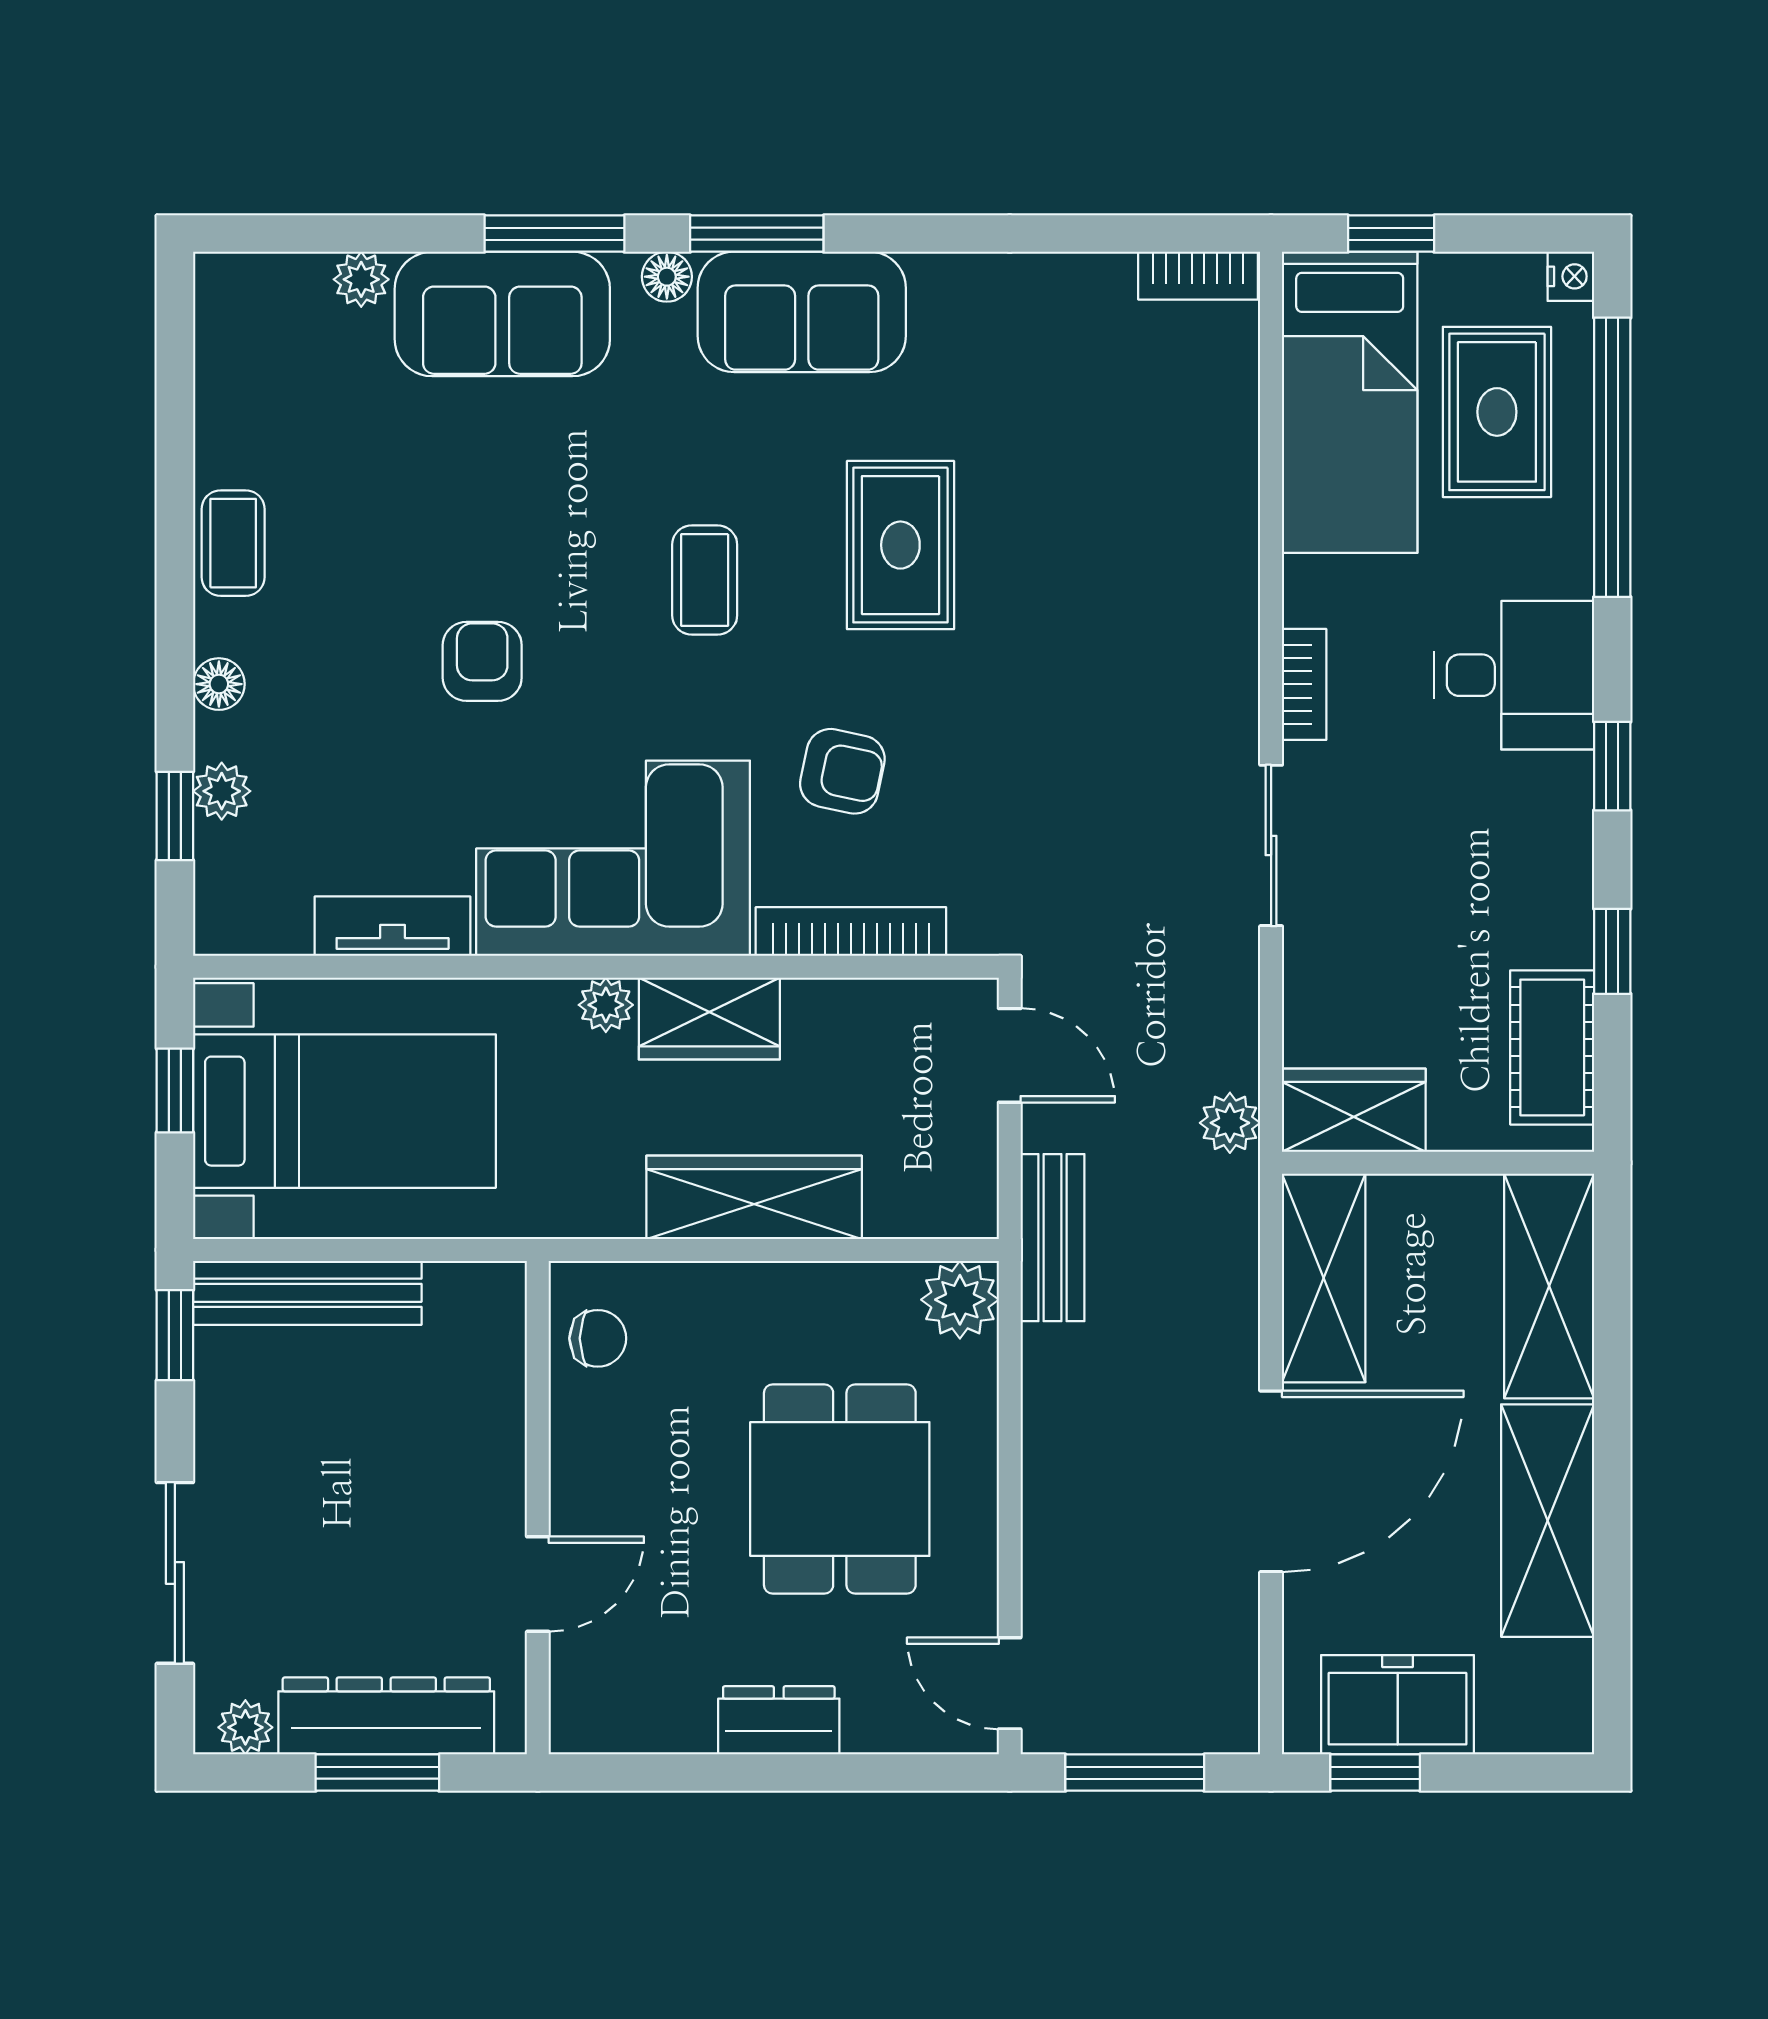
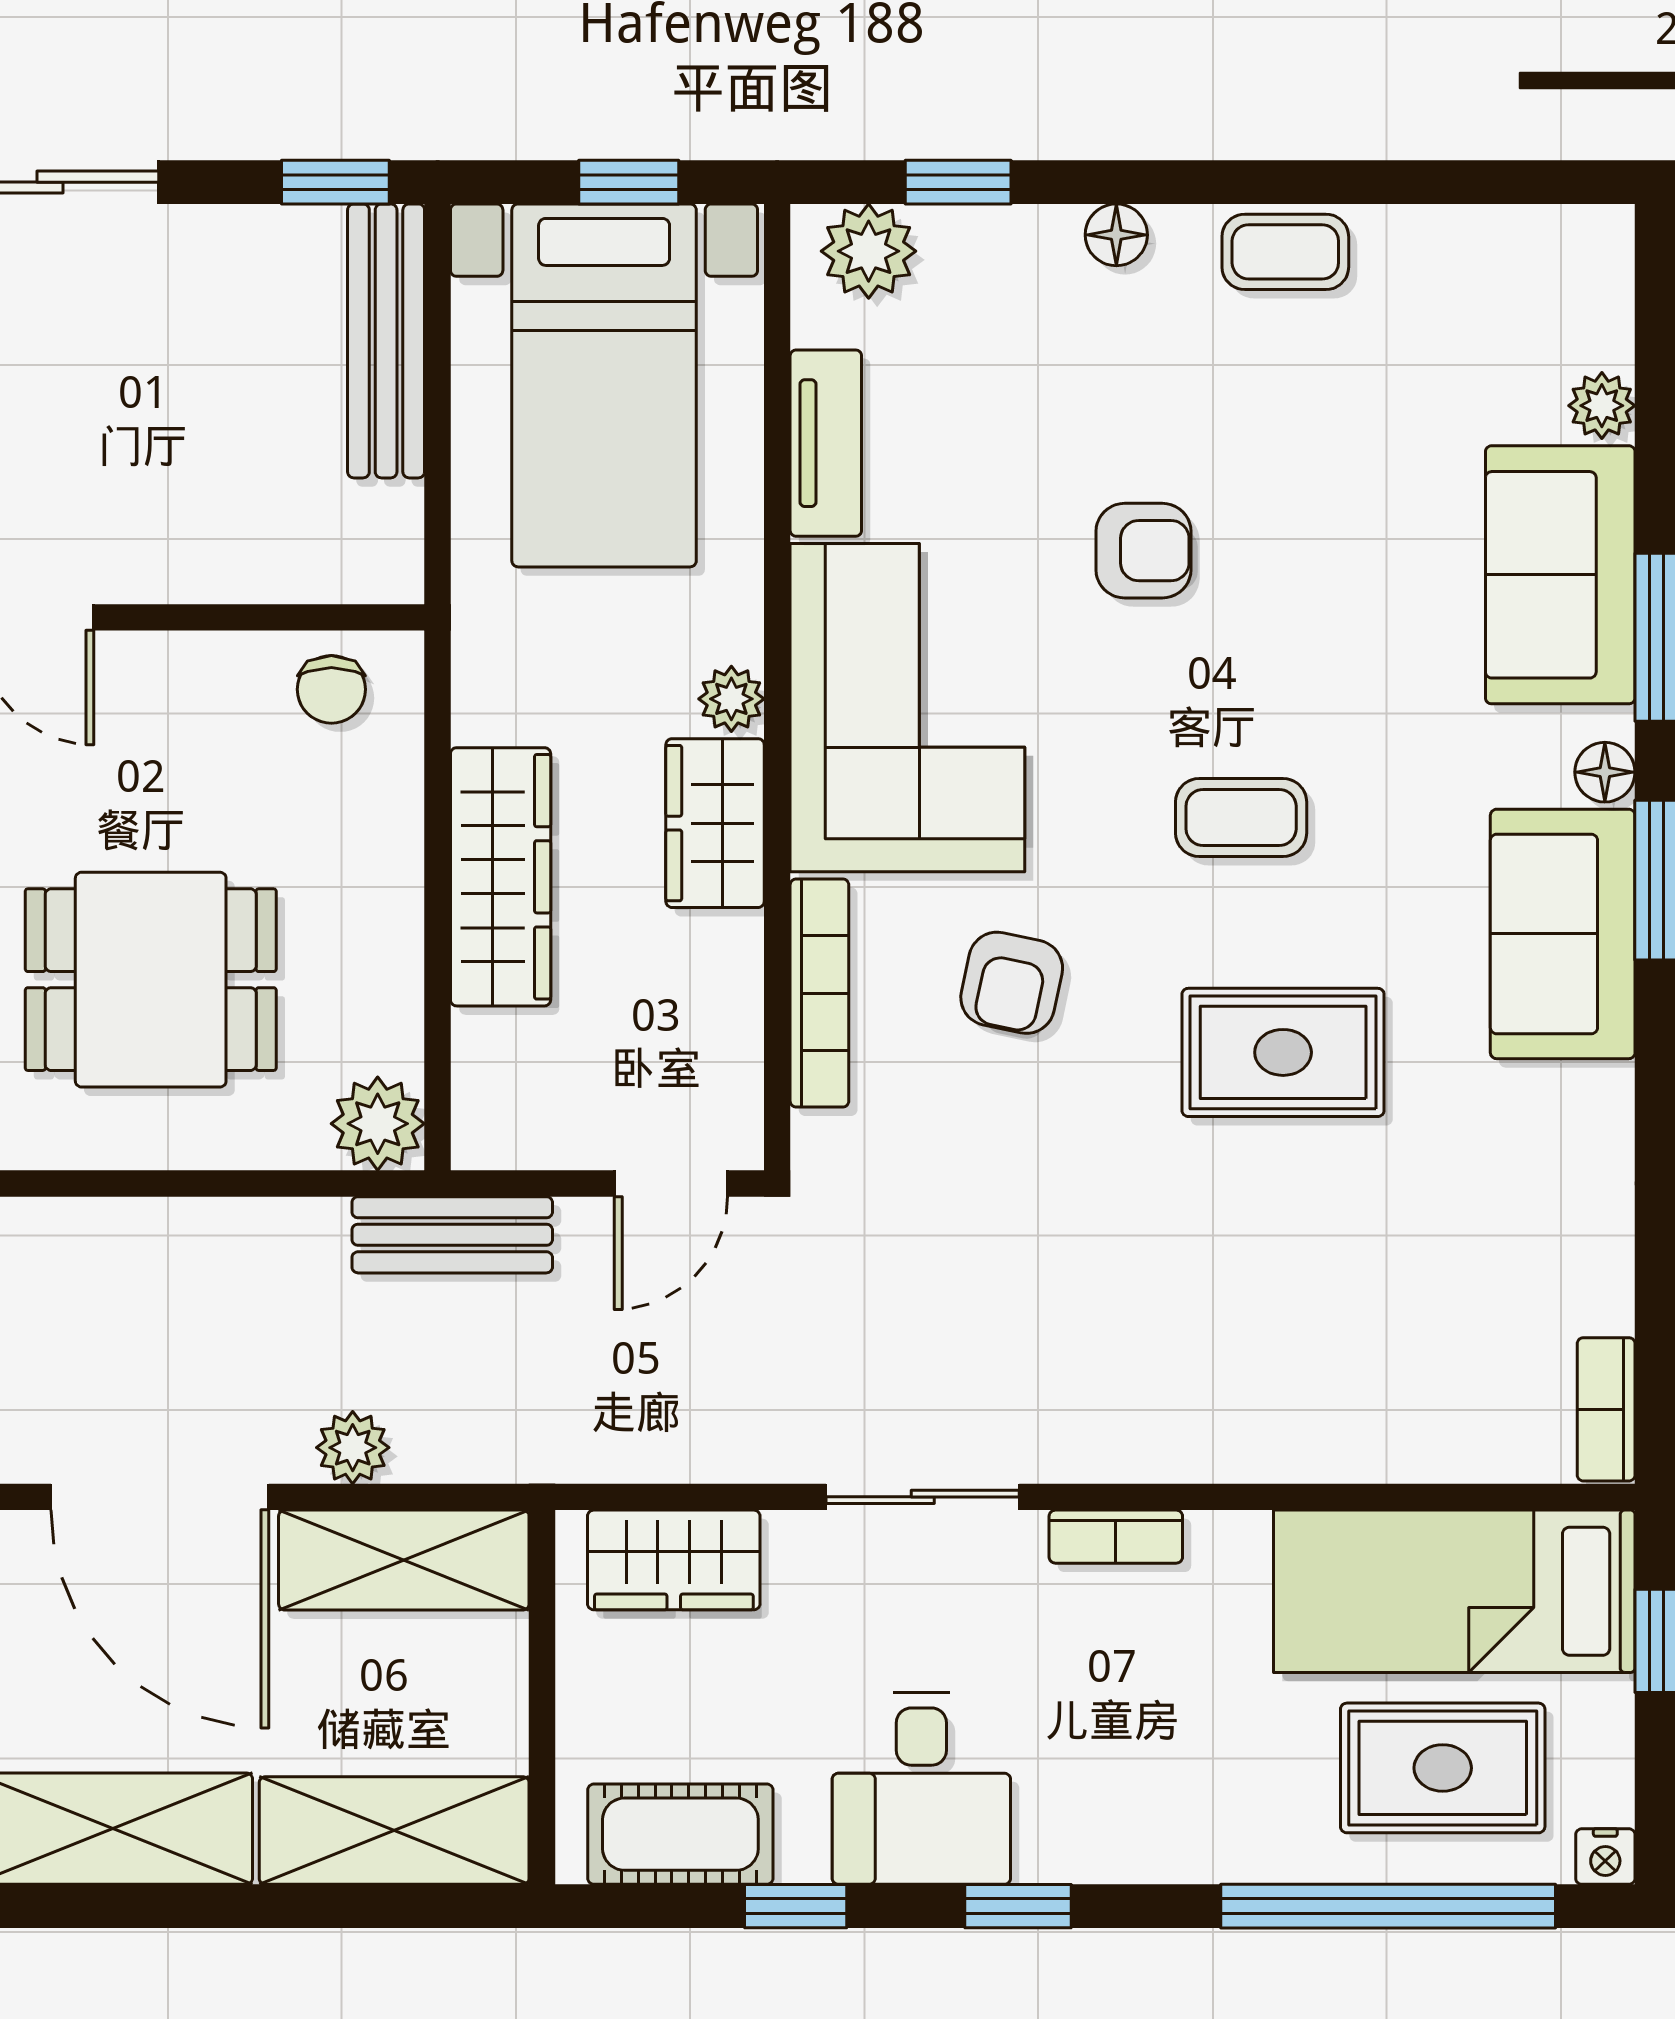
desk: (1514, 675) -> (921, 1788), moved
plant: (222, 791) -> (869, 251), moved, width x1.38, depth x1.38
wardrobe: (1354, 1110) -> (674, 1560), moved, turned 90
plant: (1230, 1123) -> (353, 1448), moved

